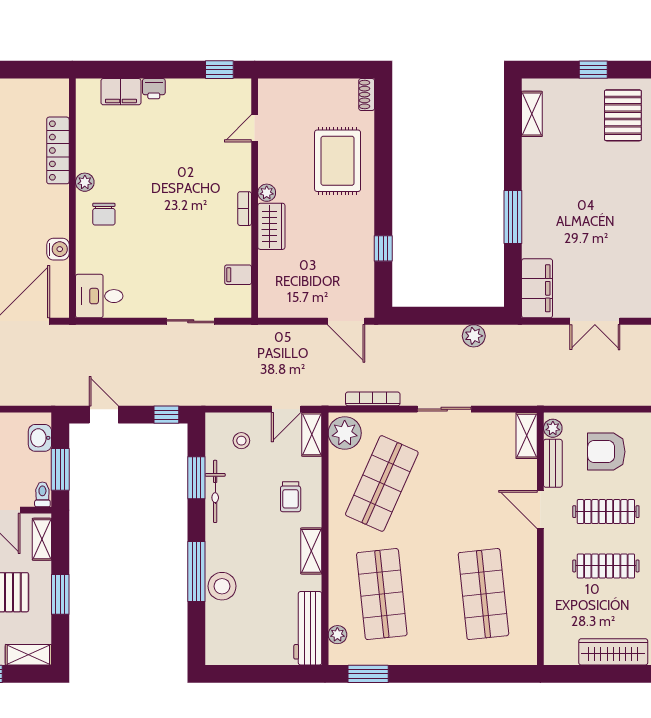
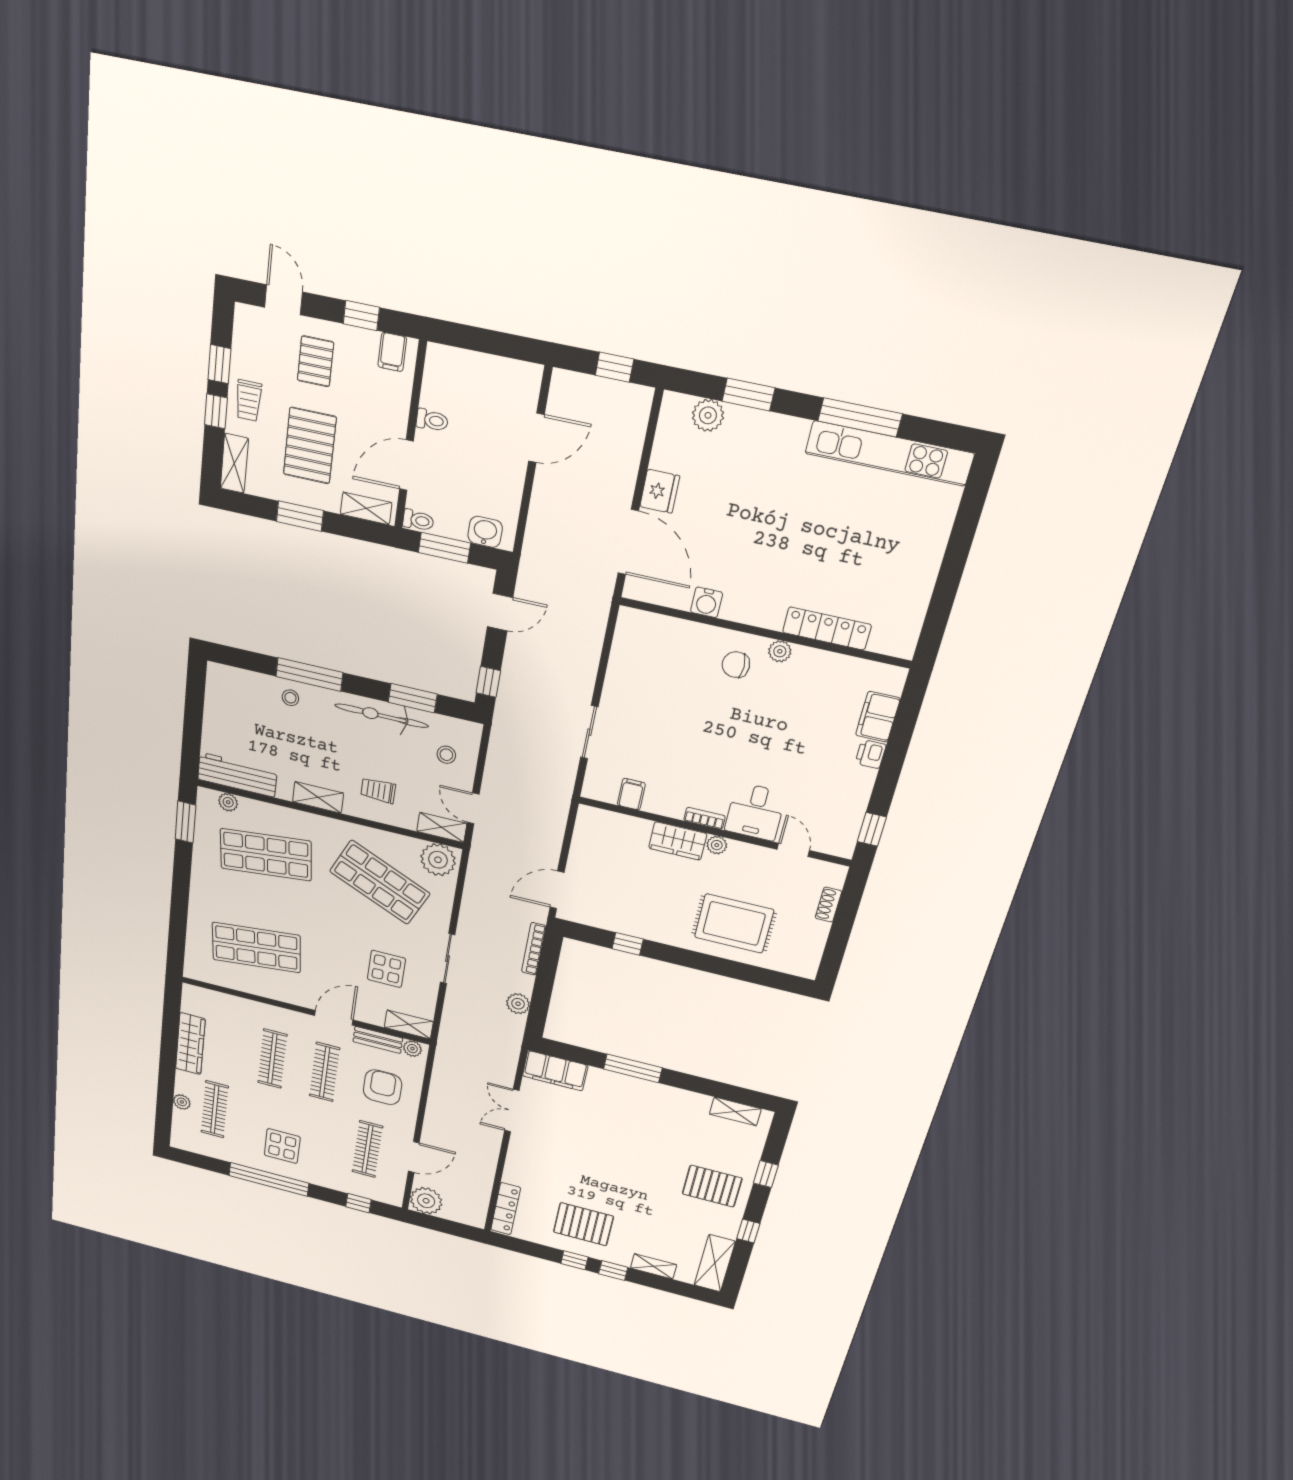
shoe rack: (367, 95) -> (828, 905), moved, turned -90
desk: (99, 296) -> (755, 812), moved, turned 180
bookcase: (373, 399) -> (534, 949), moved, turned 180
display table: (471, 465) -> (386, 969), added
bicycle: (215, 491) -> (382, 716), width x1.37, depth x1.40
stool: (222, 586) -> (290, 698), width x0.53, depth x0.53

